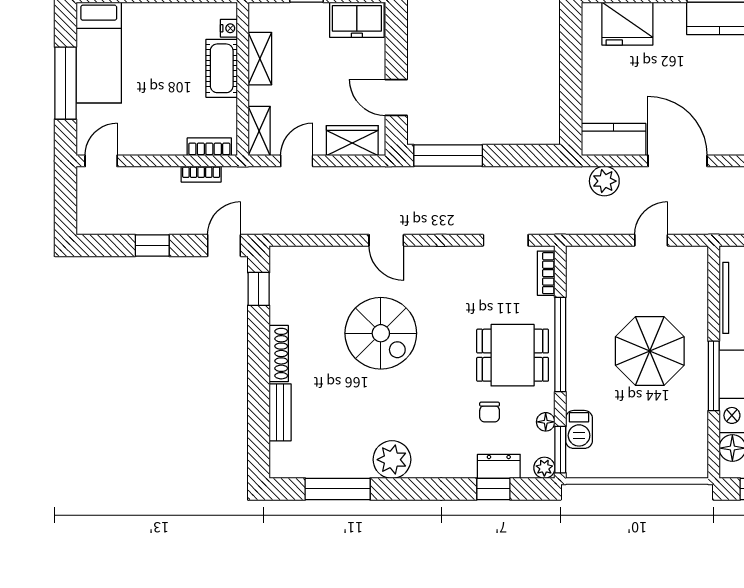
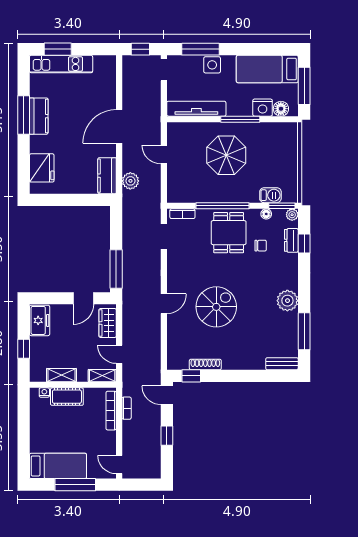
bookcase: (209, 147) -> (111, 411), width x1.56
door: (678, 161) -> (119, 126), moved
shoe rack: (279, 354) -> (205, 364), moved
bench: (280, 412) -> (282, 364), moved

